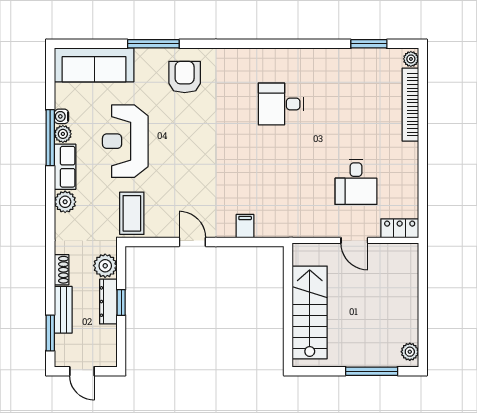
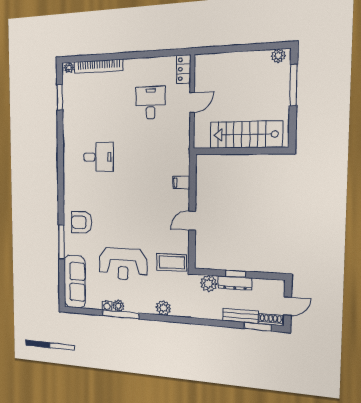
desk: (281, 104) -> (98, 157), turned -90
row of seats: (65, 167) -> (140, 306), removed
desk: (356, 182) -> (151, 103), turned -90
shoe rack: (62, 270) -> (271, 320), moved

